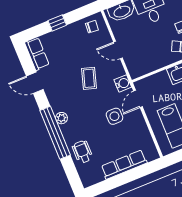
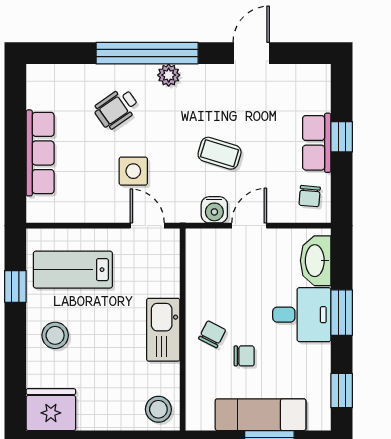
row of seats: (37, 54) -> (317, 143), moved, turned 90
water cooler: (123, 83) -> (214, 210), moved
wheelchair: (82, 152) -> (116, 108), moved, turned 145

